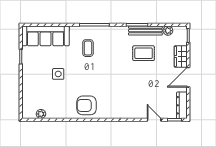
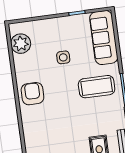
coffee table: (88, 48) -> (97, 87), width x1.86, depth x1.72
plant: (41, 114) -> (21, 44), width x1.87, depth x1.87

